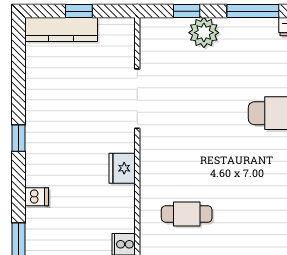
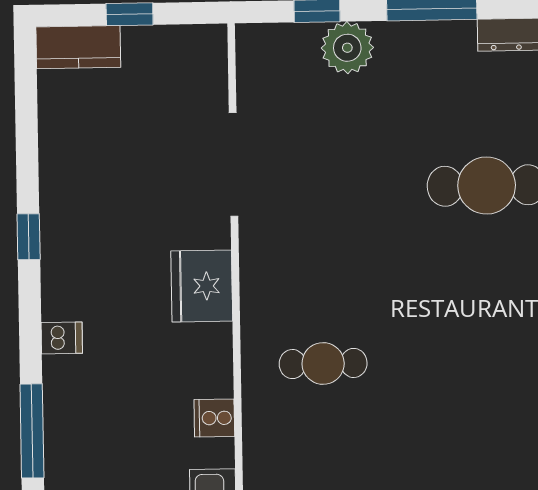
kitchen counter: (61, 29) -> (78, 47), width x0.67
fridge: (122, 168) -> (202, 286), width x1.36, depth x1.34

